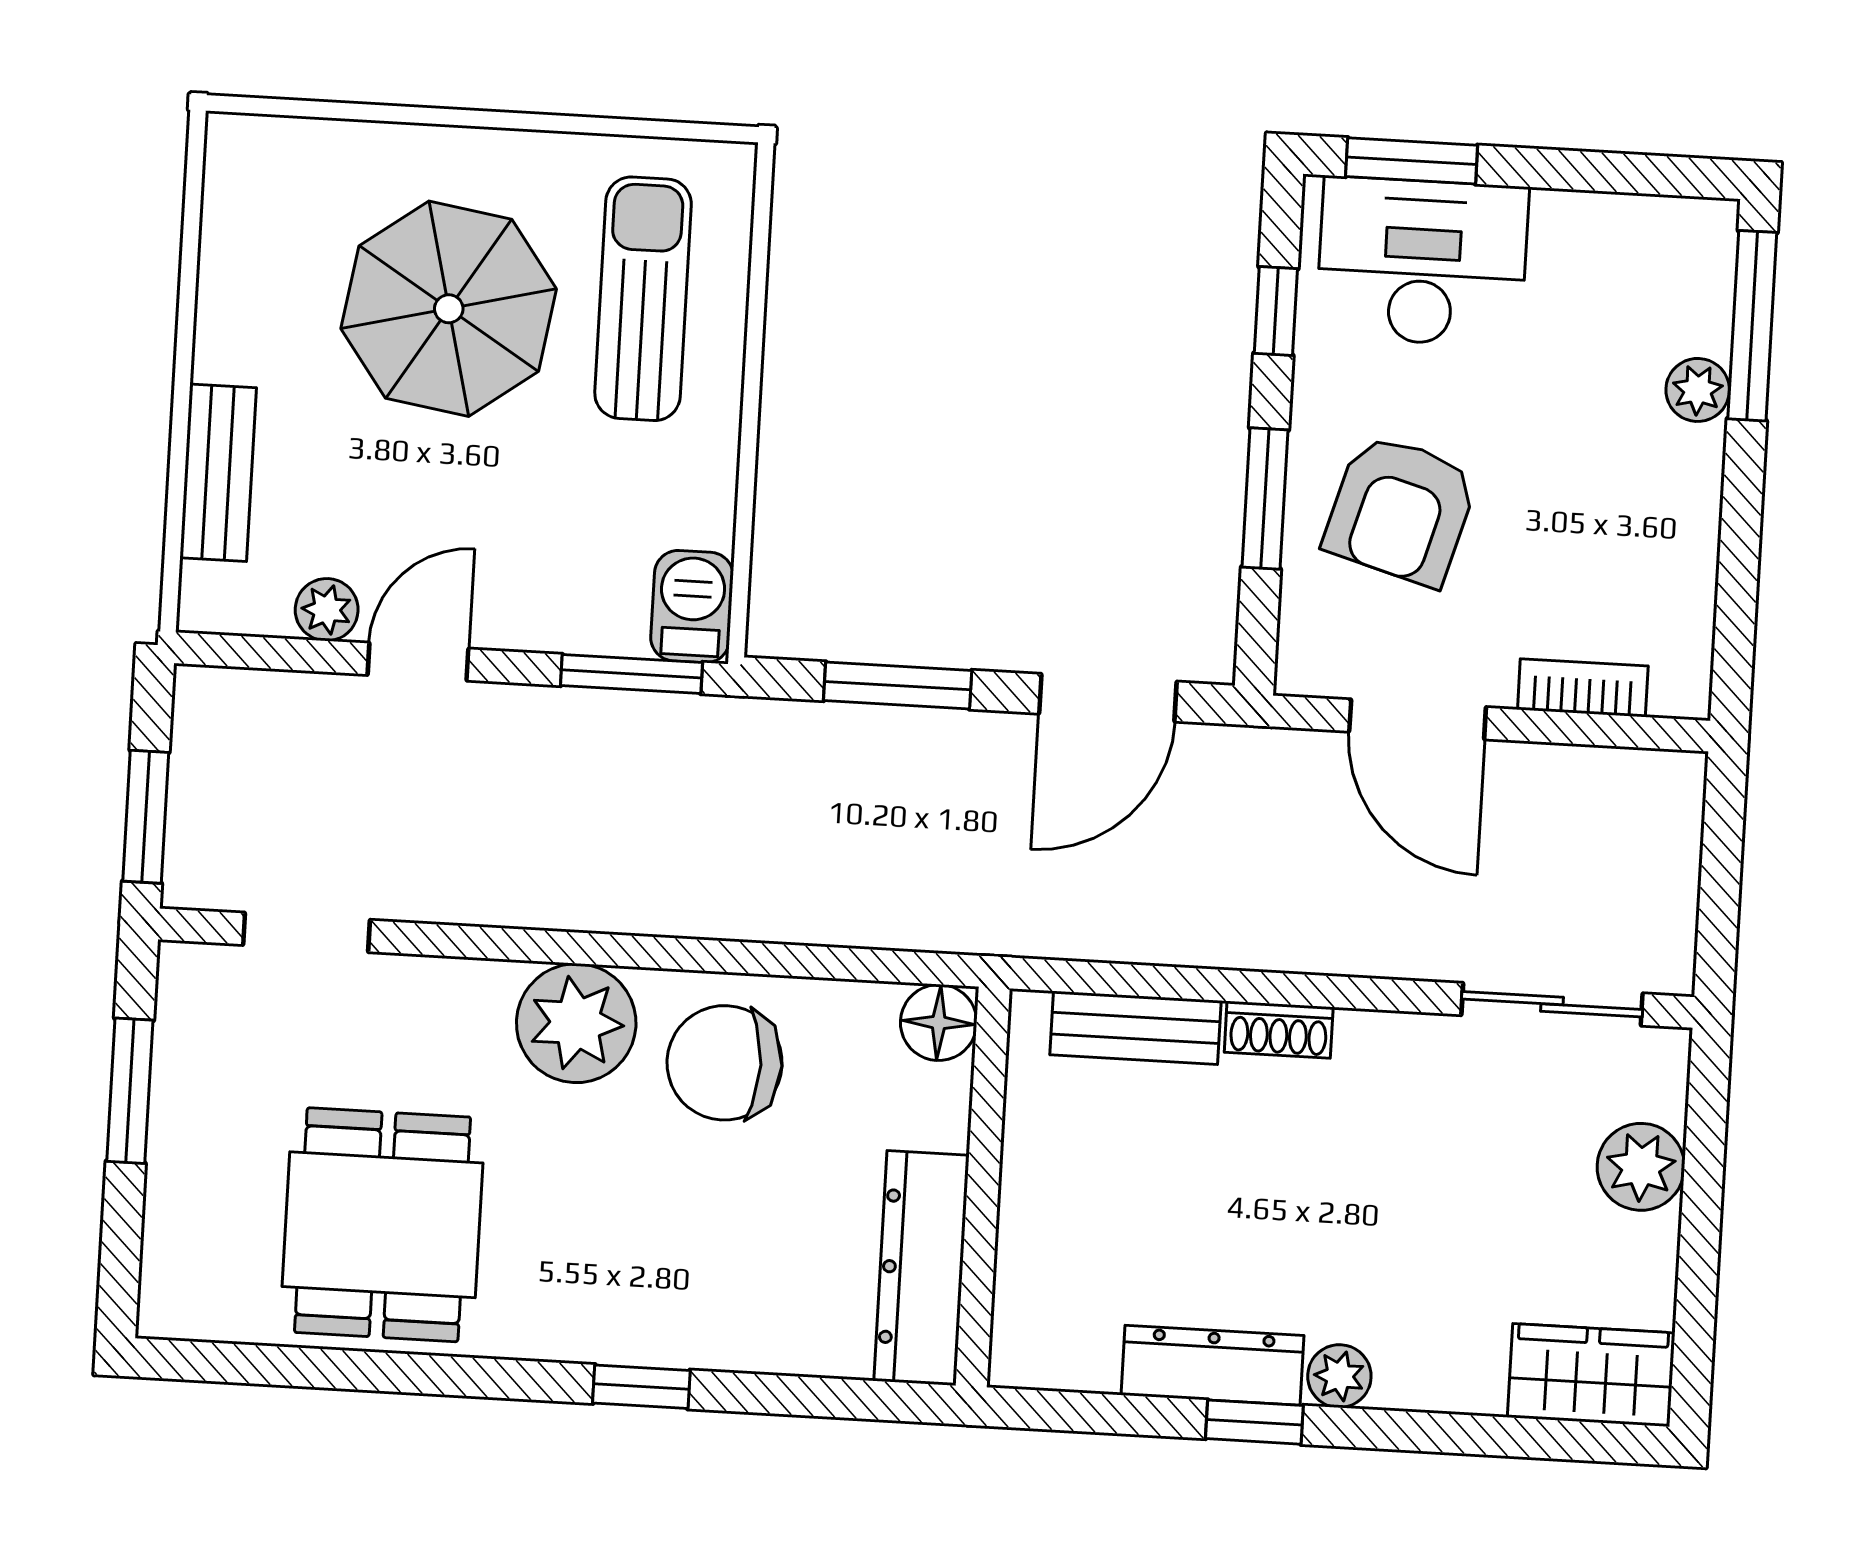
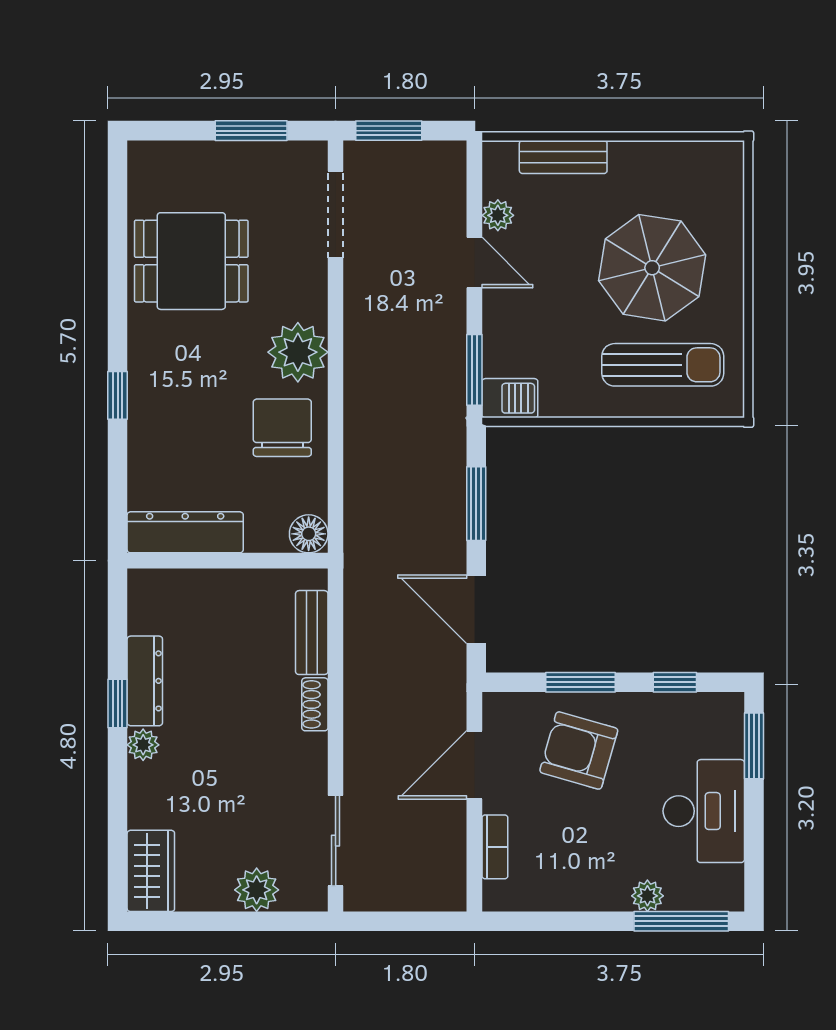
desk: (1422, 262) -> (704, 811), moved
doorway: (306, 932) -> (336, 215), width x1.38

